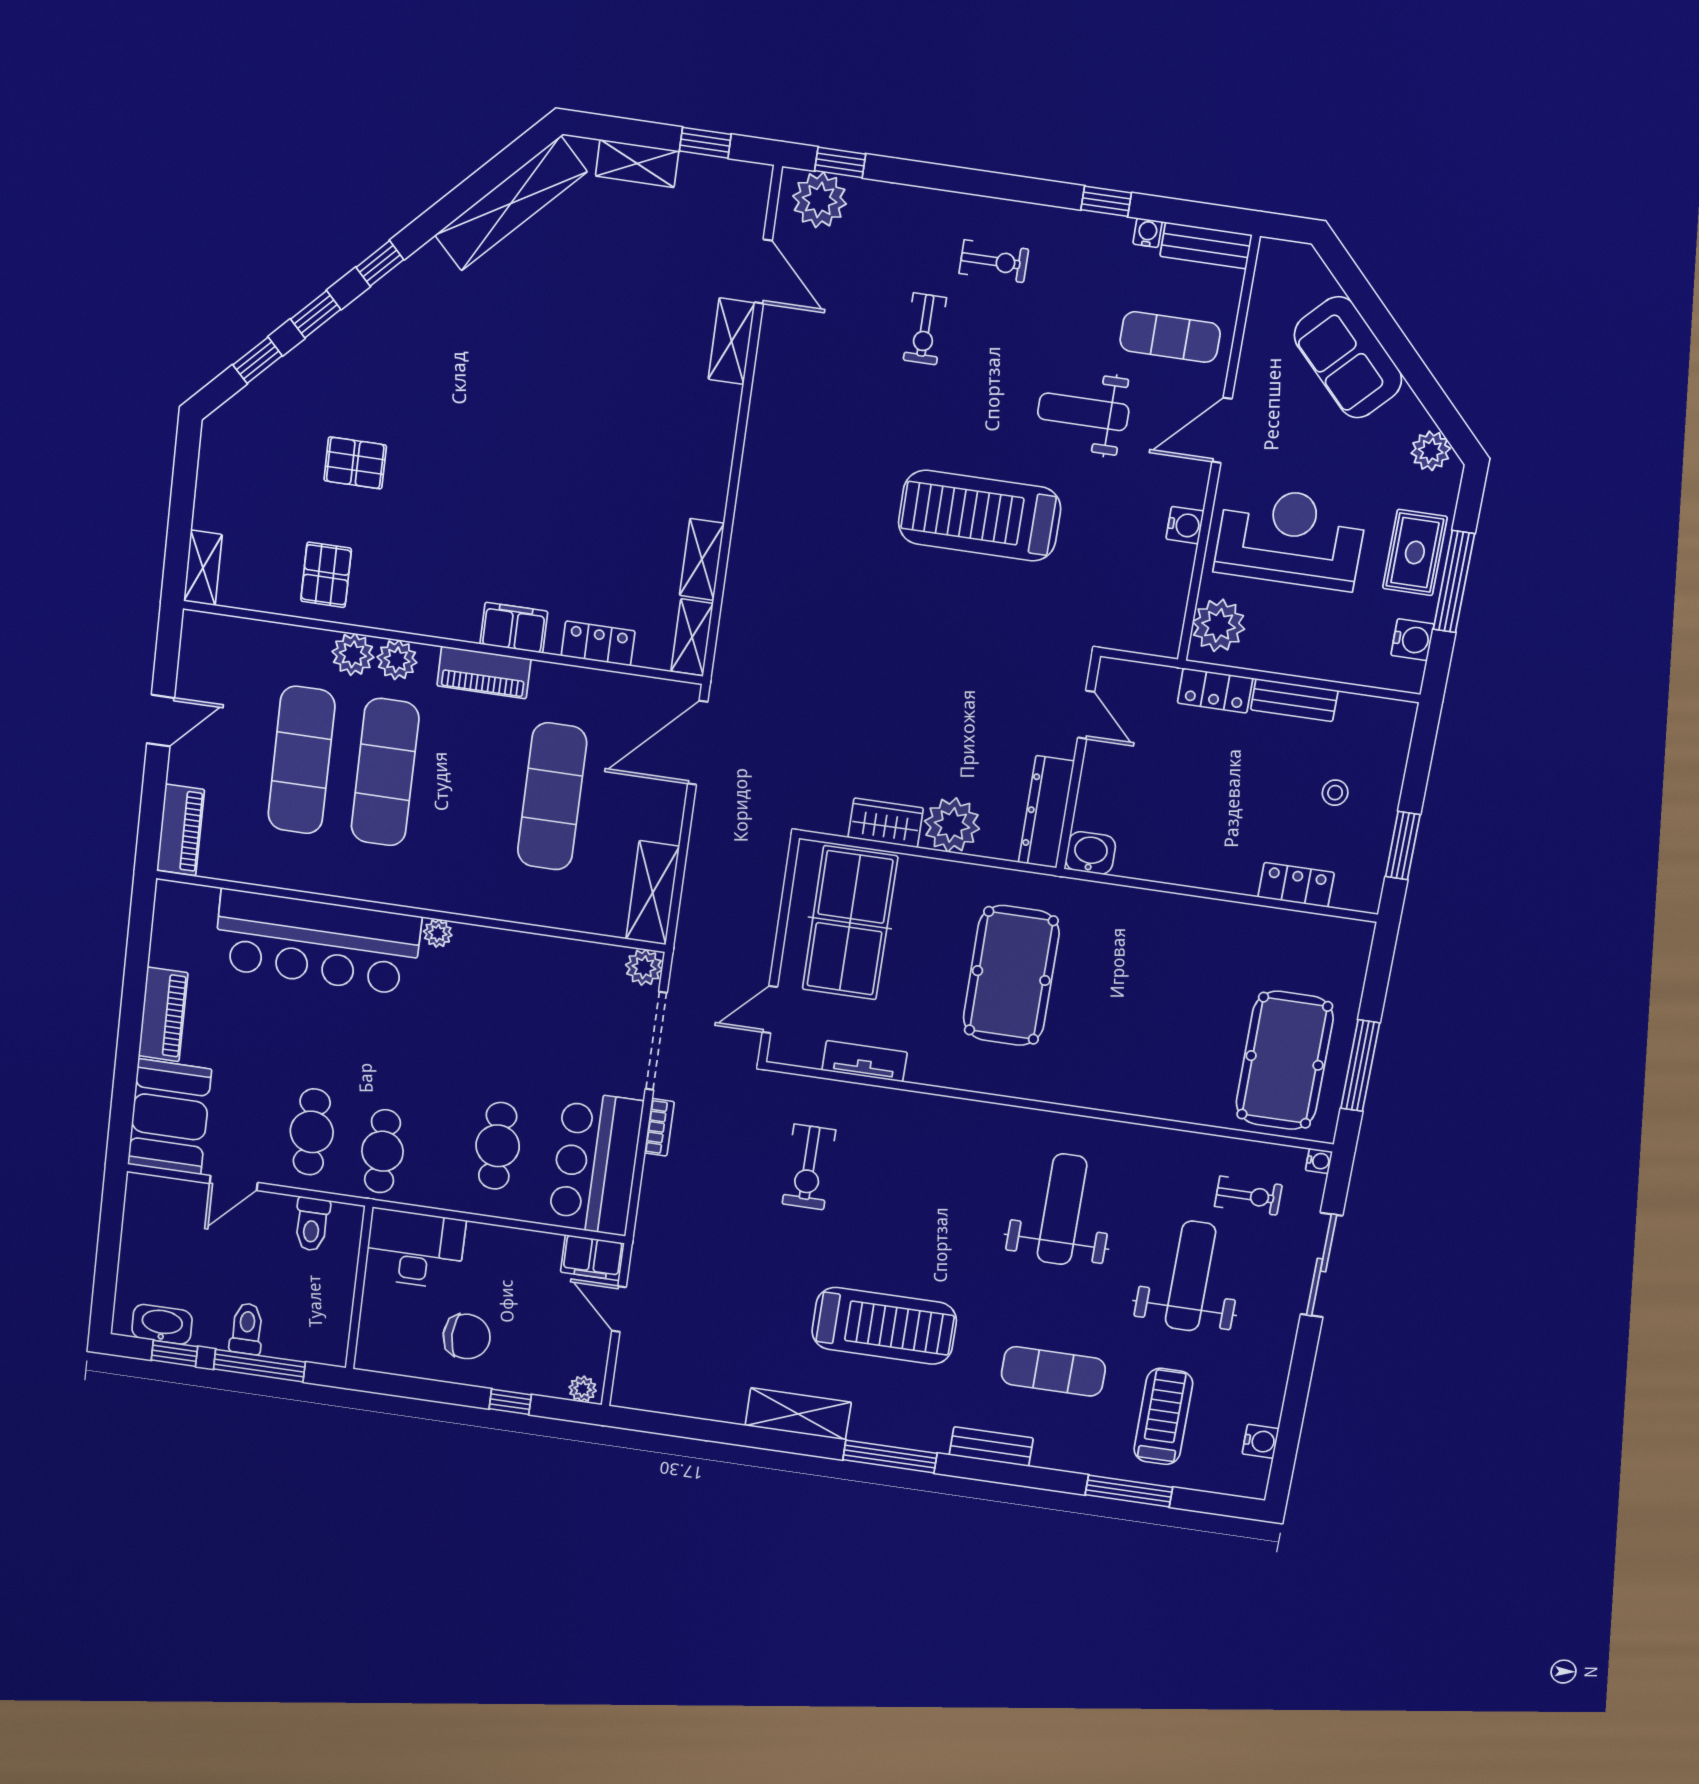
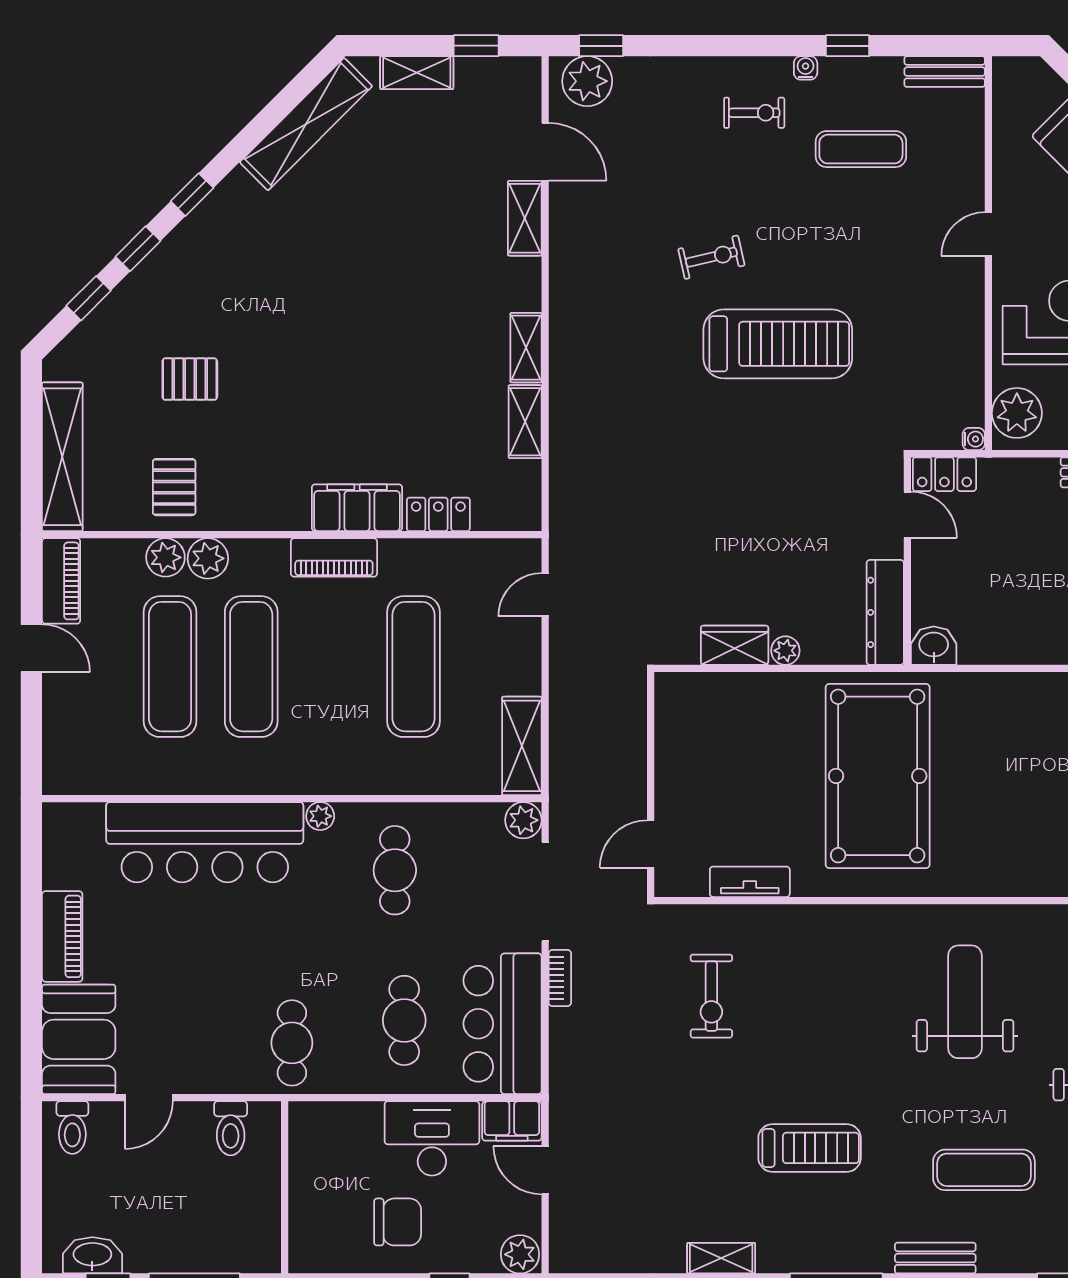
water cooler: (1148, 233) -> (806, 68), moved
exercise bike: (925, 329) -> (711, 257), moved, turned -103
exercise mat: (1170, 337) -> (861, 149), moved
weight bench: (1083, 412) -> (858, 236), removed
door: (1222, 430) -> (988, 234), width x0.73
treadmill: (980, 516) -> (778, 344), turned 180
water cooler: (1185, 525) -> (974, 439), moved, width x0.72, depth x0.72
shelving: (203, 568) -> (62, 457), width x2.20, depth x1.33
filing cabinet: (514, 628) -> (357, 508), width x1.50, depth x1.17
shelving: (692, 637) -> (526, 348), moved
plant: (397, 660) -> (165, 557), moved
locker: (1215, 690) -> (944, 474), moved
door: (161, 721) -> (31, 648), hinge flipped
door: (698, 743) -> (545, 595), width x0.53
plant: (952, 825) -> (785, 651), width x0.53, depth x0.53
piano: (181, 830) -> (61, 581), moved
table tennis table: (850, 923) -> (715, 747), removed
pool table: (1011, 976) -> (878, 776), width x1.36, depth x1.32
cafe table: (312, 1132) -> (395, 870), moved
desk: (415, 1249) -> (432, 1138), moved
treadmill: (884, 1326) -> (810, 1148), width x0.73, depth x0.73
toilet: (247, 1329) -> (72, 1127), moved, turned 180
plant: (583, 1389) -> (520, 1254), width x1.38, depth x1.38
shelving: (798, 1414) -> (721, 1258), width x0.67, depth x0.75

